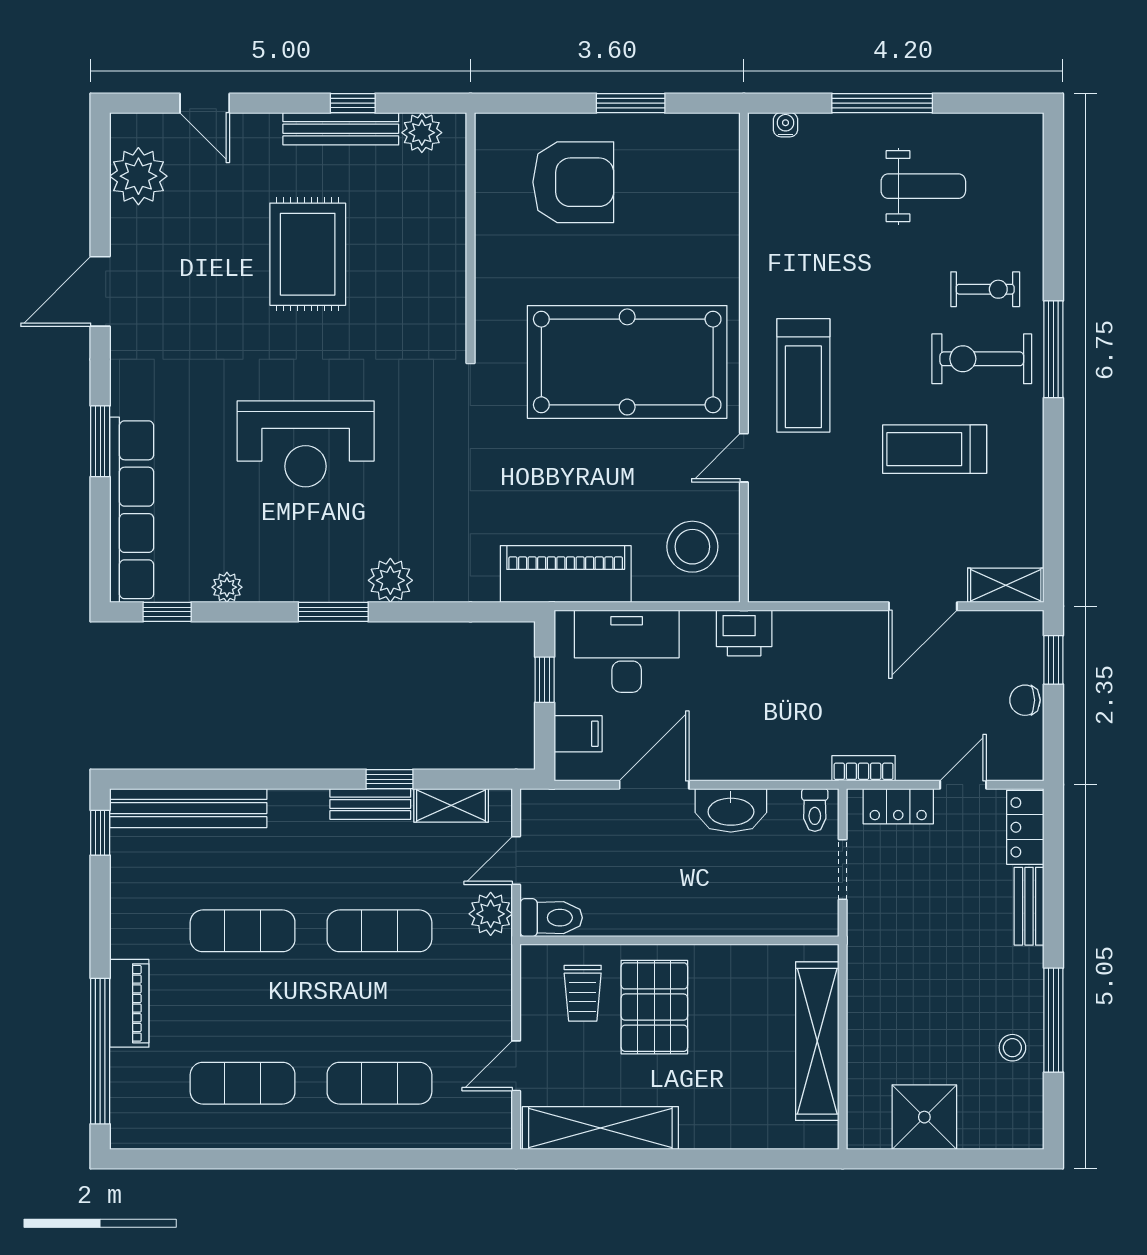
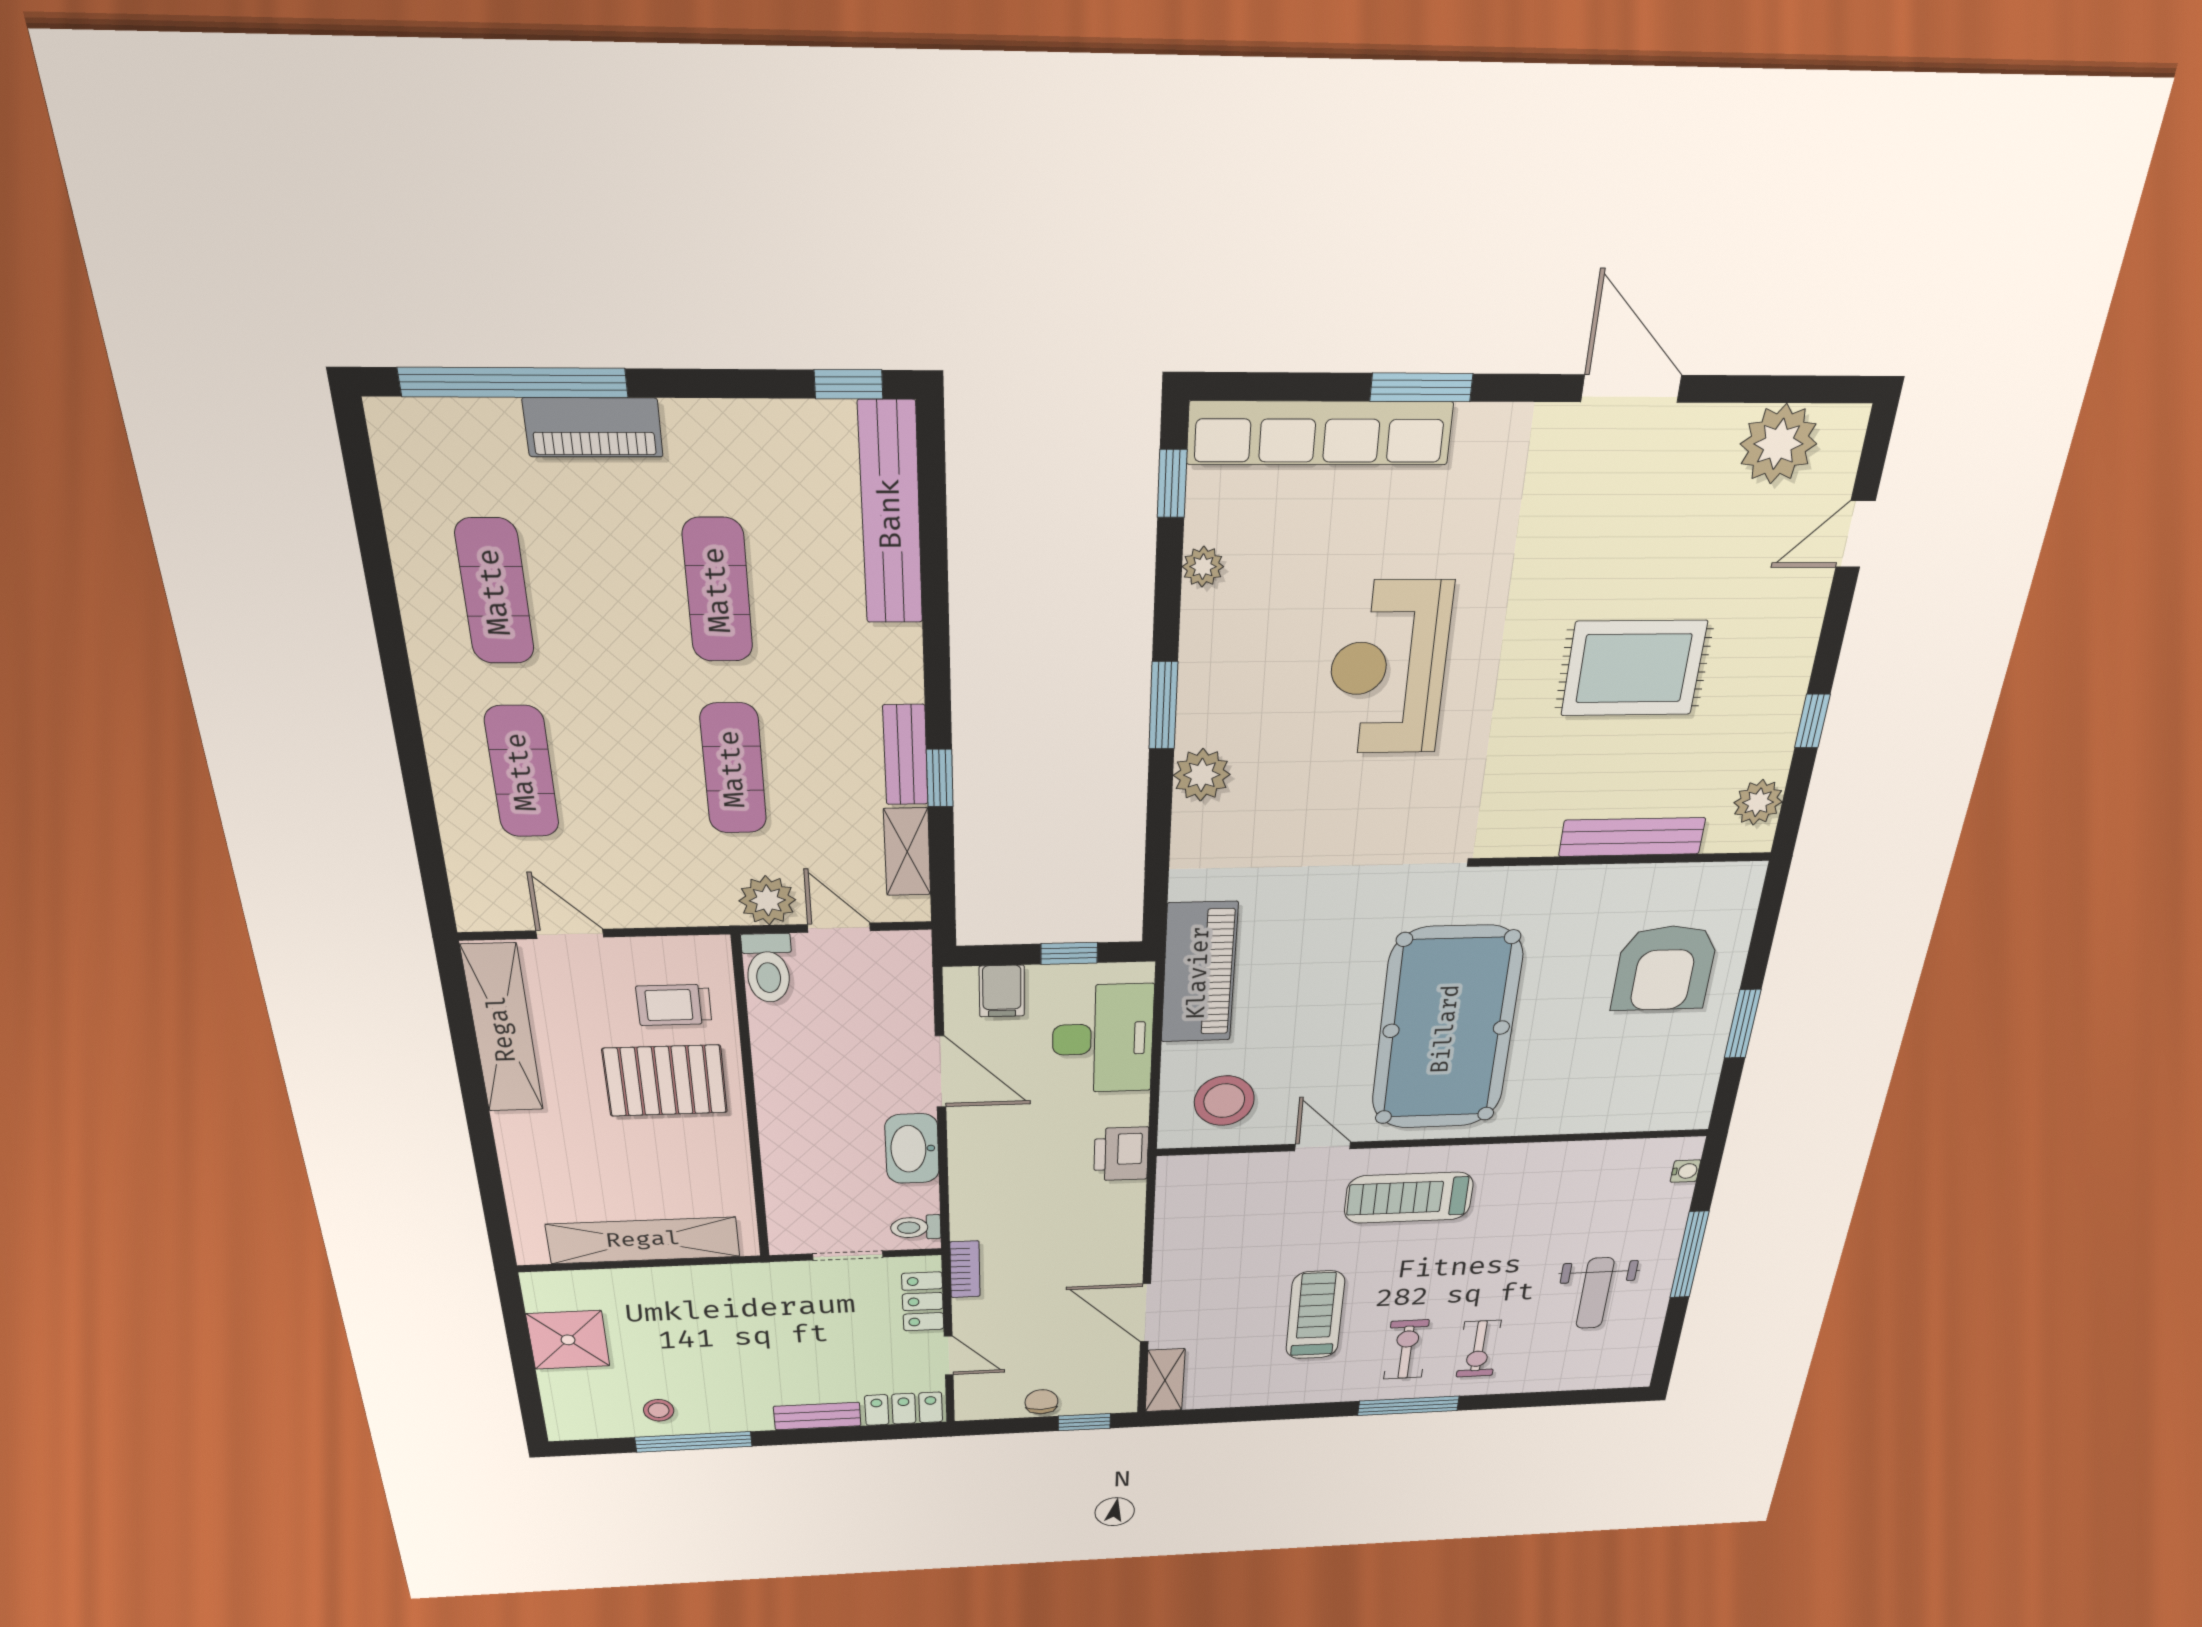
bench: (341, 129) -> (1632, 837), moved, turned 90
exercise bike: (982, 359) -> (1406, 1349), width x0.73, depth x0.72

